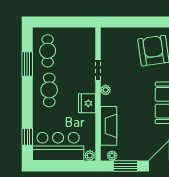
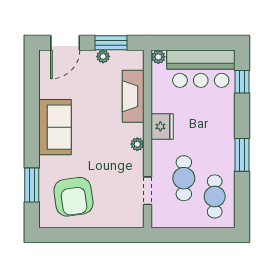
window: (27, 64) -> (242, 155), moved
doorway: (98, 70) -> (148, 191), moved
cafe table: (49, 90) -> (184, 178), moved
plant: (112, 156) -> (103, 56), moved

